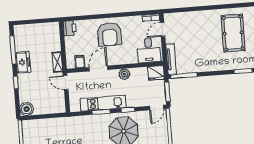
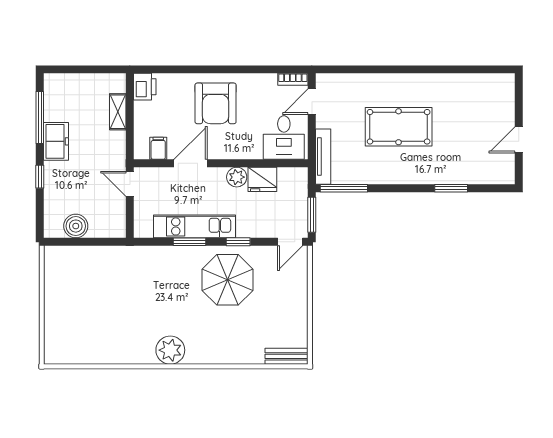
pool table: (233, 33) -> (399, 127), moved, turned 90
shelving: (57, 62) -> (118, 112), moved
fridge: (156, 73) -> (262, 179), moved
boiler: (27, 109) -> (76, 226), moved

